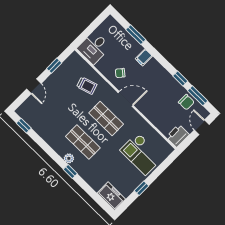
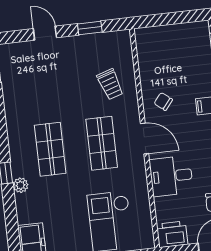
desk: (94, 48) -> (171, 176), moved
door: (34, 86) -> (45, 33), swing flipped
plant: (69, 158) -> (21, 185), moved

